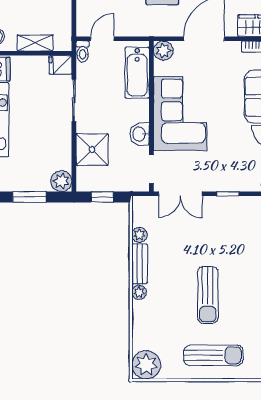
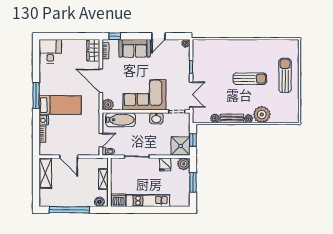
door: (102, 39) -> (101, 140), swing flipped
fridge: (60, 65) -> (165, 164), moved
shower: (92, 150) -> (180, 146), moved
plant: (146, 365) -> (262, 114), moved

